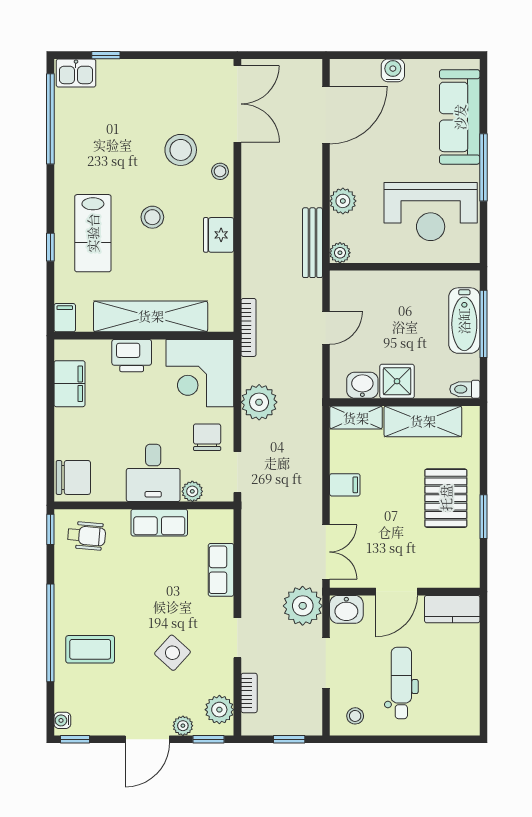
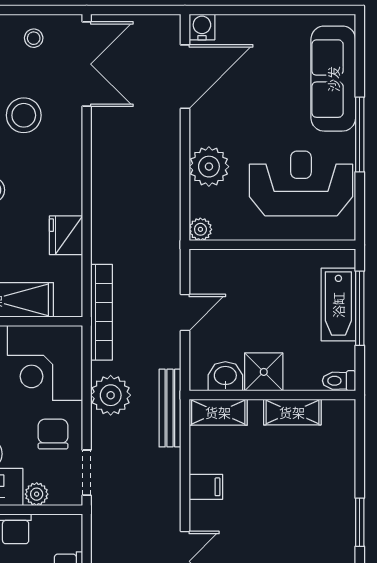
water cooler: (393, 70) -> (202, 27), moved
stool: (220, 171) -> (34, 38), moved
plant: (343, 201) -> (209, 167), width x1.36, depth x1.36
reception desk: (431, 211) -> (301, 184), turned 180
fridge: (219, 235) -> (66, 235), moved
bench: (313, 243) -> (170, 408), moved
bookcase: (249, 327) -> (102, 312), width x1.48, depth x1.31
shelving: (423, 421) -> (292, 412), width x0.67, depth x0.75
pallet: (446, 498) -> (318, 502), removed

